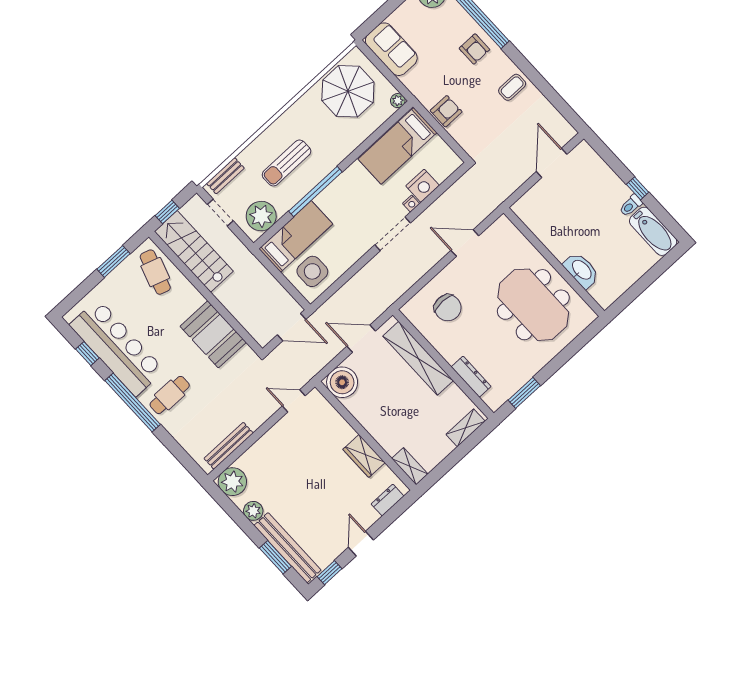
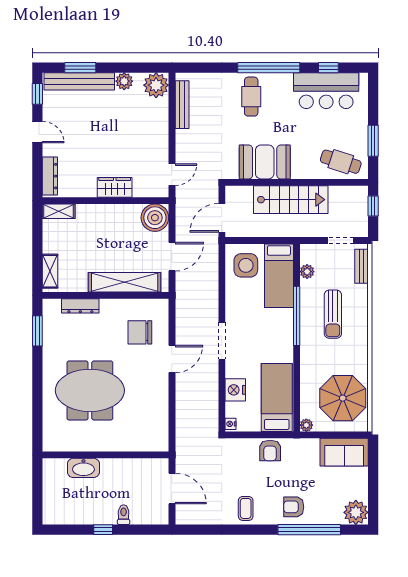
sun lounger: (286, 163) -> (333, 314), turned 180
nightstand: (411, 204) -> (231, 424), moved
toilet: (631, 206) -> (124, 515), moved
plant: (261, 216) -> (307, 272), width x0.53, depth x0.53
bathtub: (653, 231) -> (65, 514), removed
door: (465, 243) -> (172, 359), moved
stairs: (194, 251) -> (291, 200), moved
wall: (554, 262) -> (106, 455), moved
washbasin: (581, 270) -> (83, 468), moved
bar counter: (117, 348) -> (326, 91), width x0.73
wardrobe: (364, 456) -> (115, 187), moved
dresser: (388, 500) -> (50, 176), width x1.44

